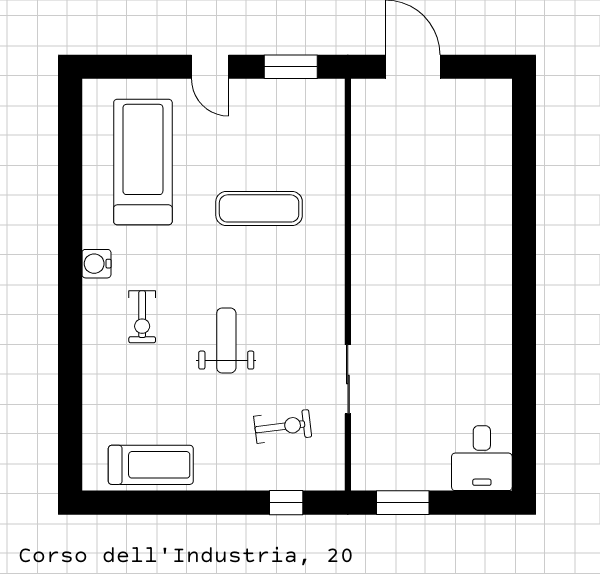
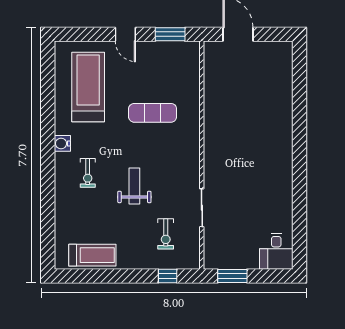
exercise bike: (283, 426) -> (166, 234), turned 97

